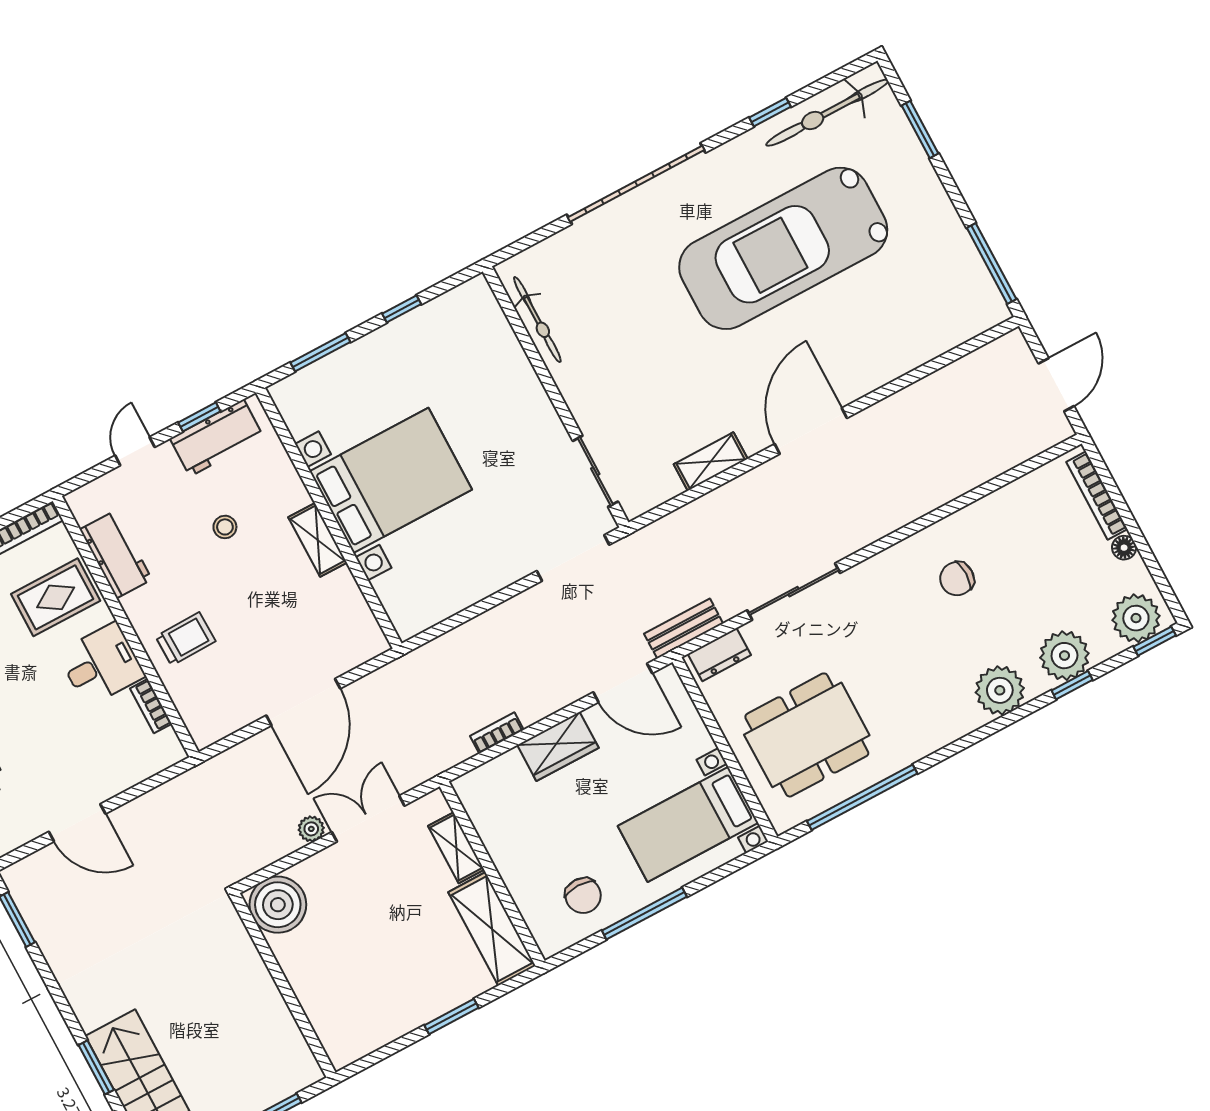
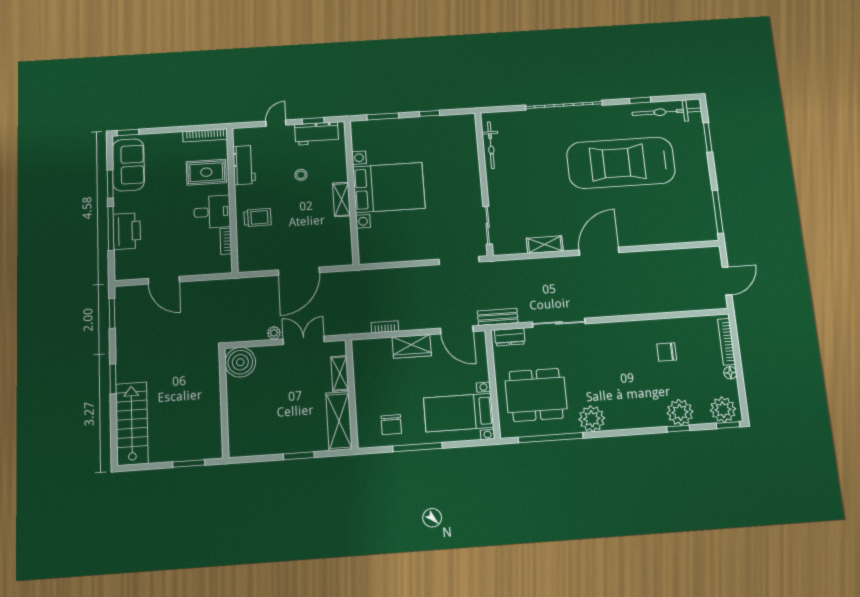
chair: (957, 579) -> (667, 352), moved
plant: (1000, 690) -> (592, 419), moved
window: (96, 1067) -> (113, 379), moved

